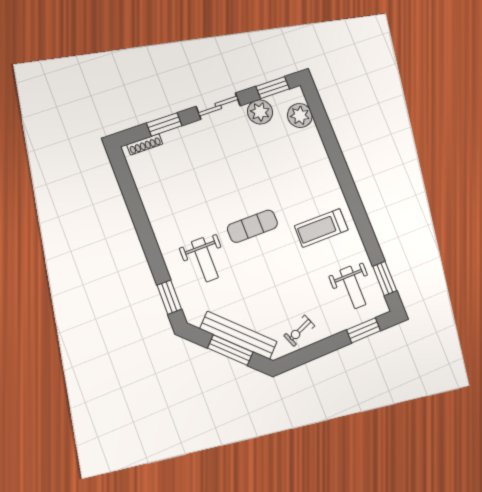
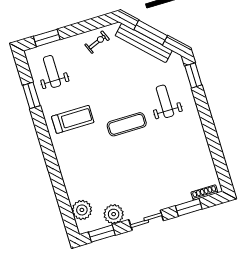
window: (385, 278) -> (31, 95), moved

